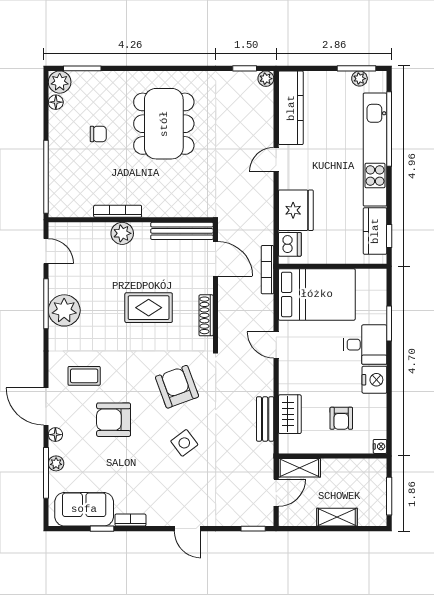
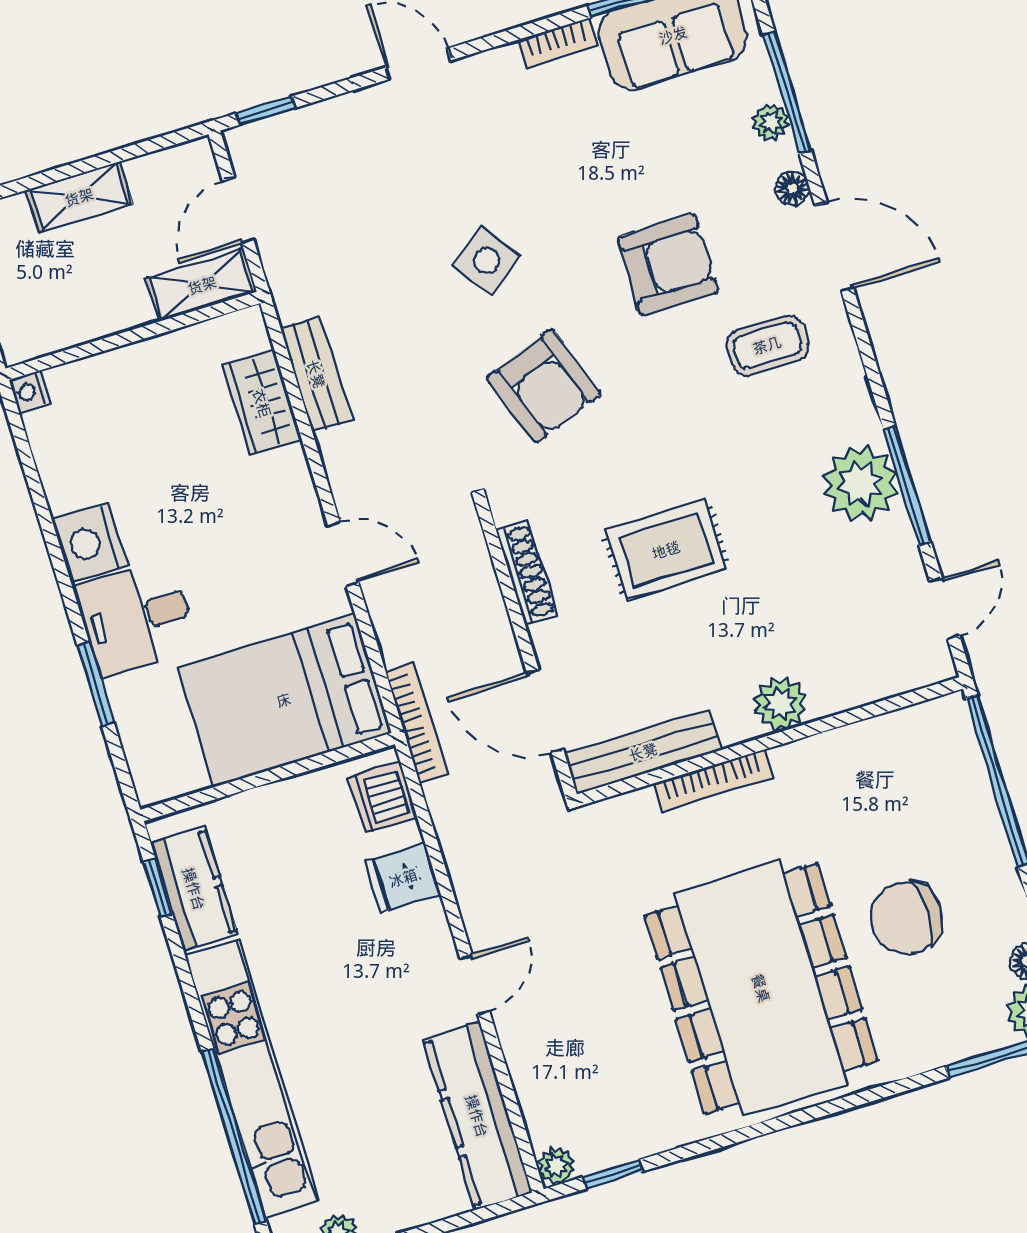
dining table: (164, 124) -> (761, 988), width x1.36, depth x1.24
chair: (98, 134) -> (906, 918), width x1.87, depth x1.87
fridge: (296, 210) -> (403, 878), width x0.53, depth x0.75
bookcase: (118, 211) -> (713, 780), moved
door: (46, 251) -> (945, 608), swing flipped
armchair: (341, 418) -> (139, 430), removed

